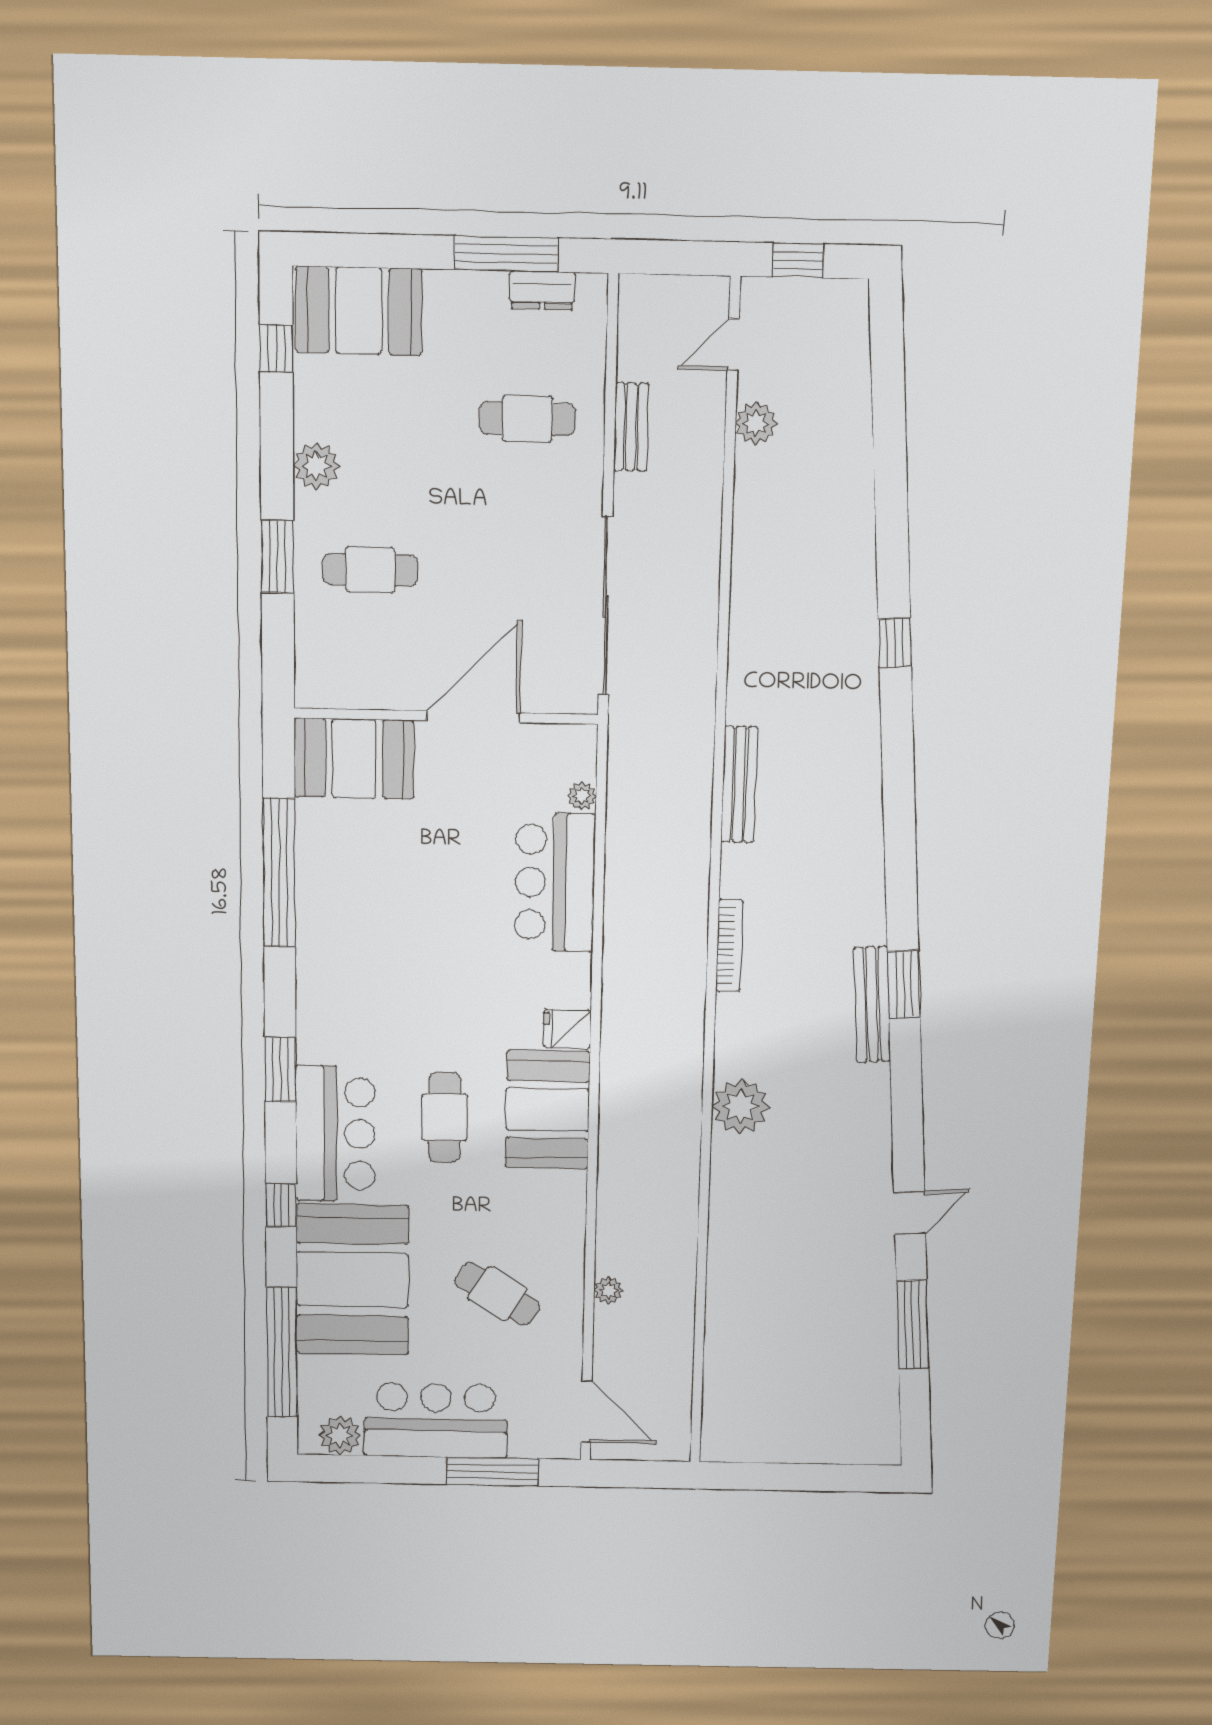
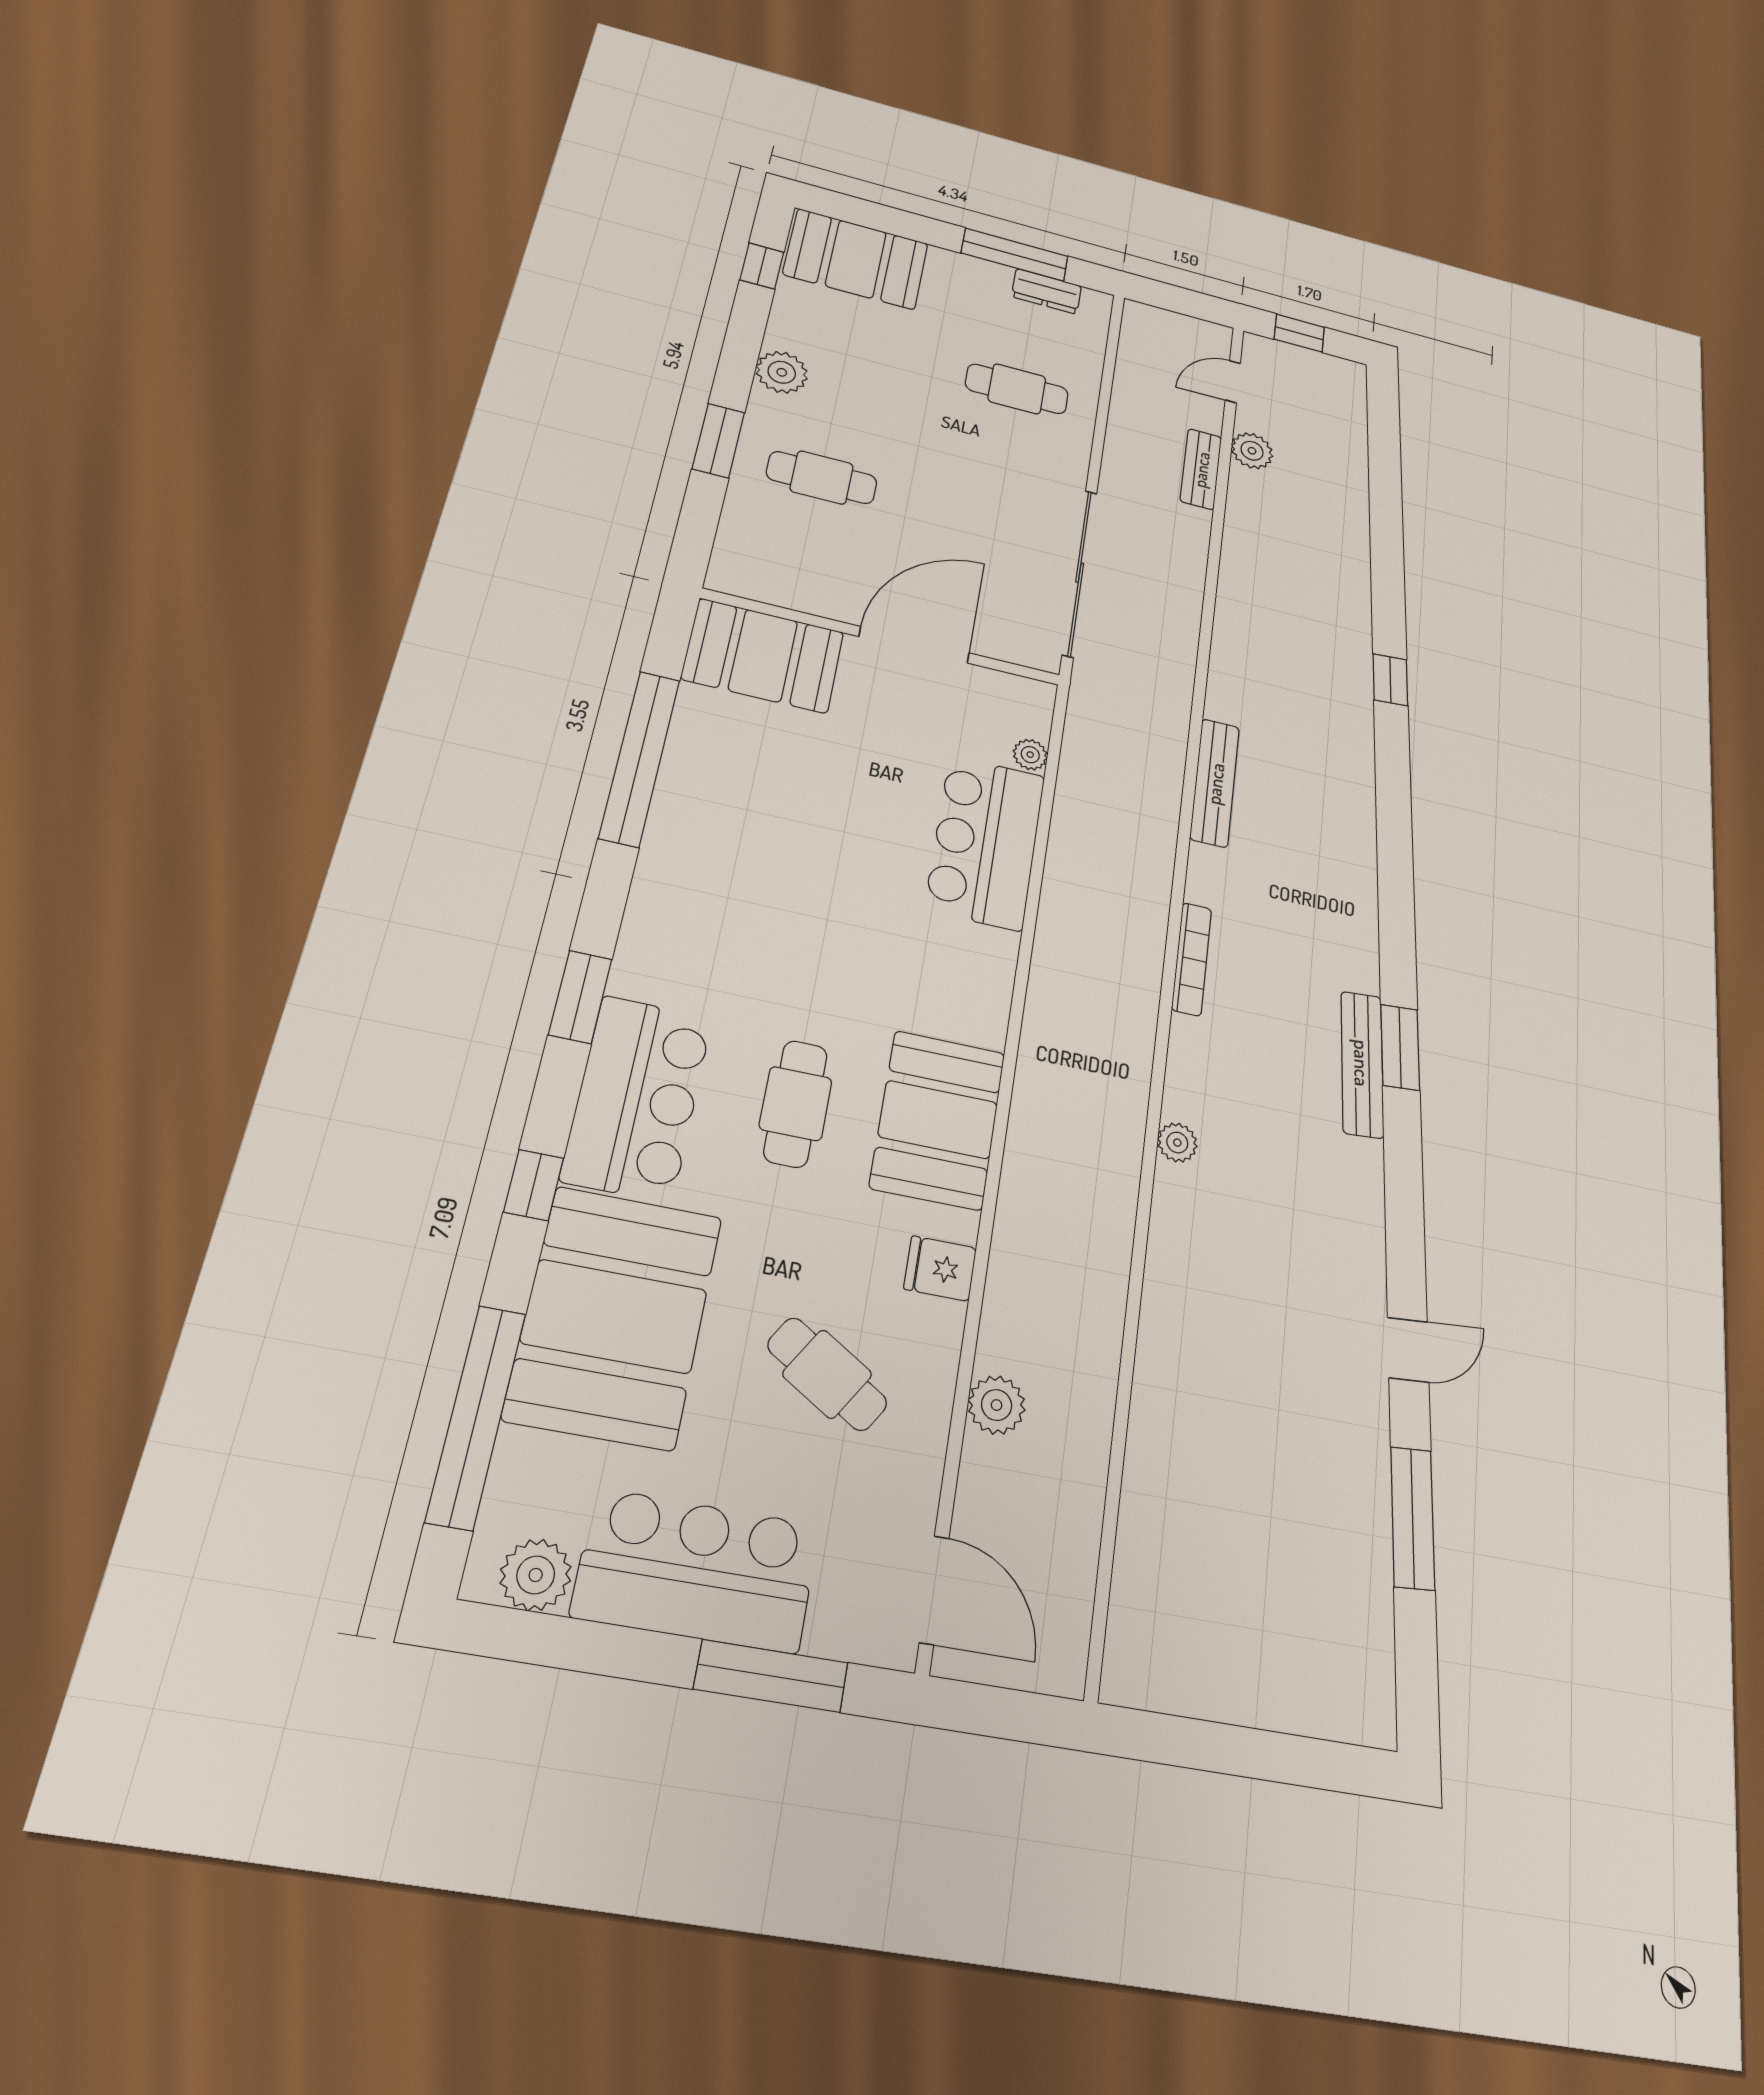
bench: (631, 427) -> (1201, 469), moved
fridge: (567, 1029) -> (940, 1268), moved
plant: (741, 1107) -> (1177, 1143), width x0.53, depth x0.53
plant: (608, 1290) -> (997, 1405), width x1.38, depth x1.38

